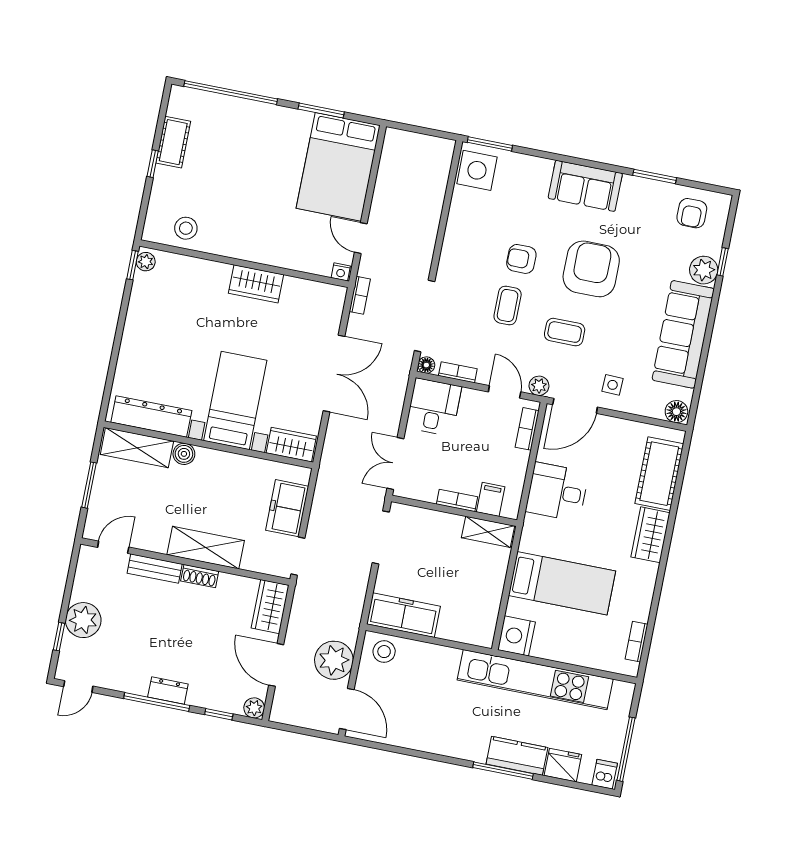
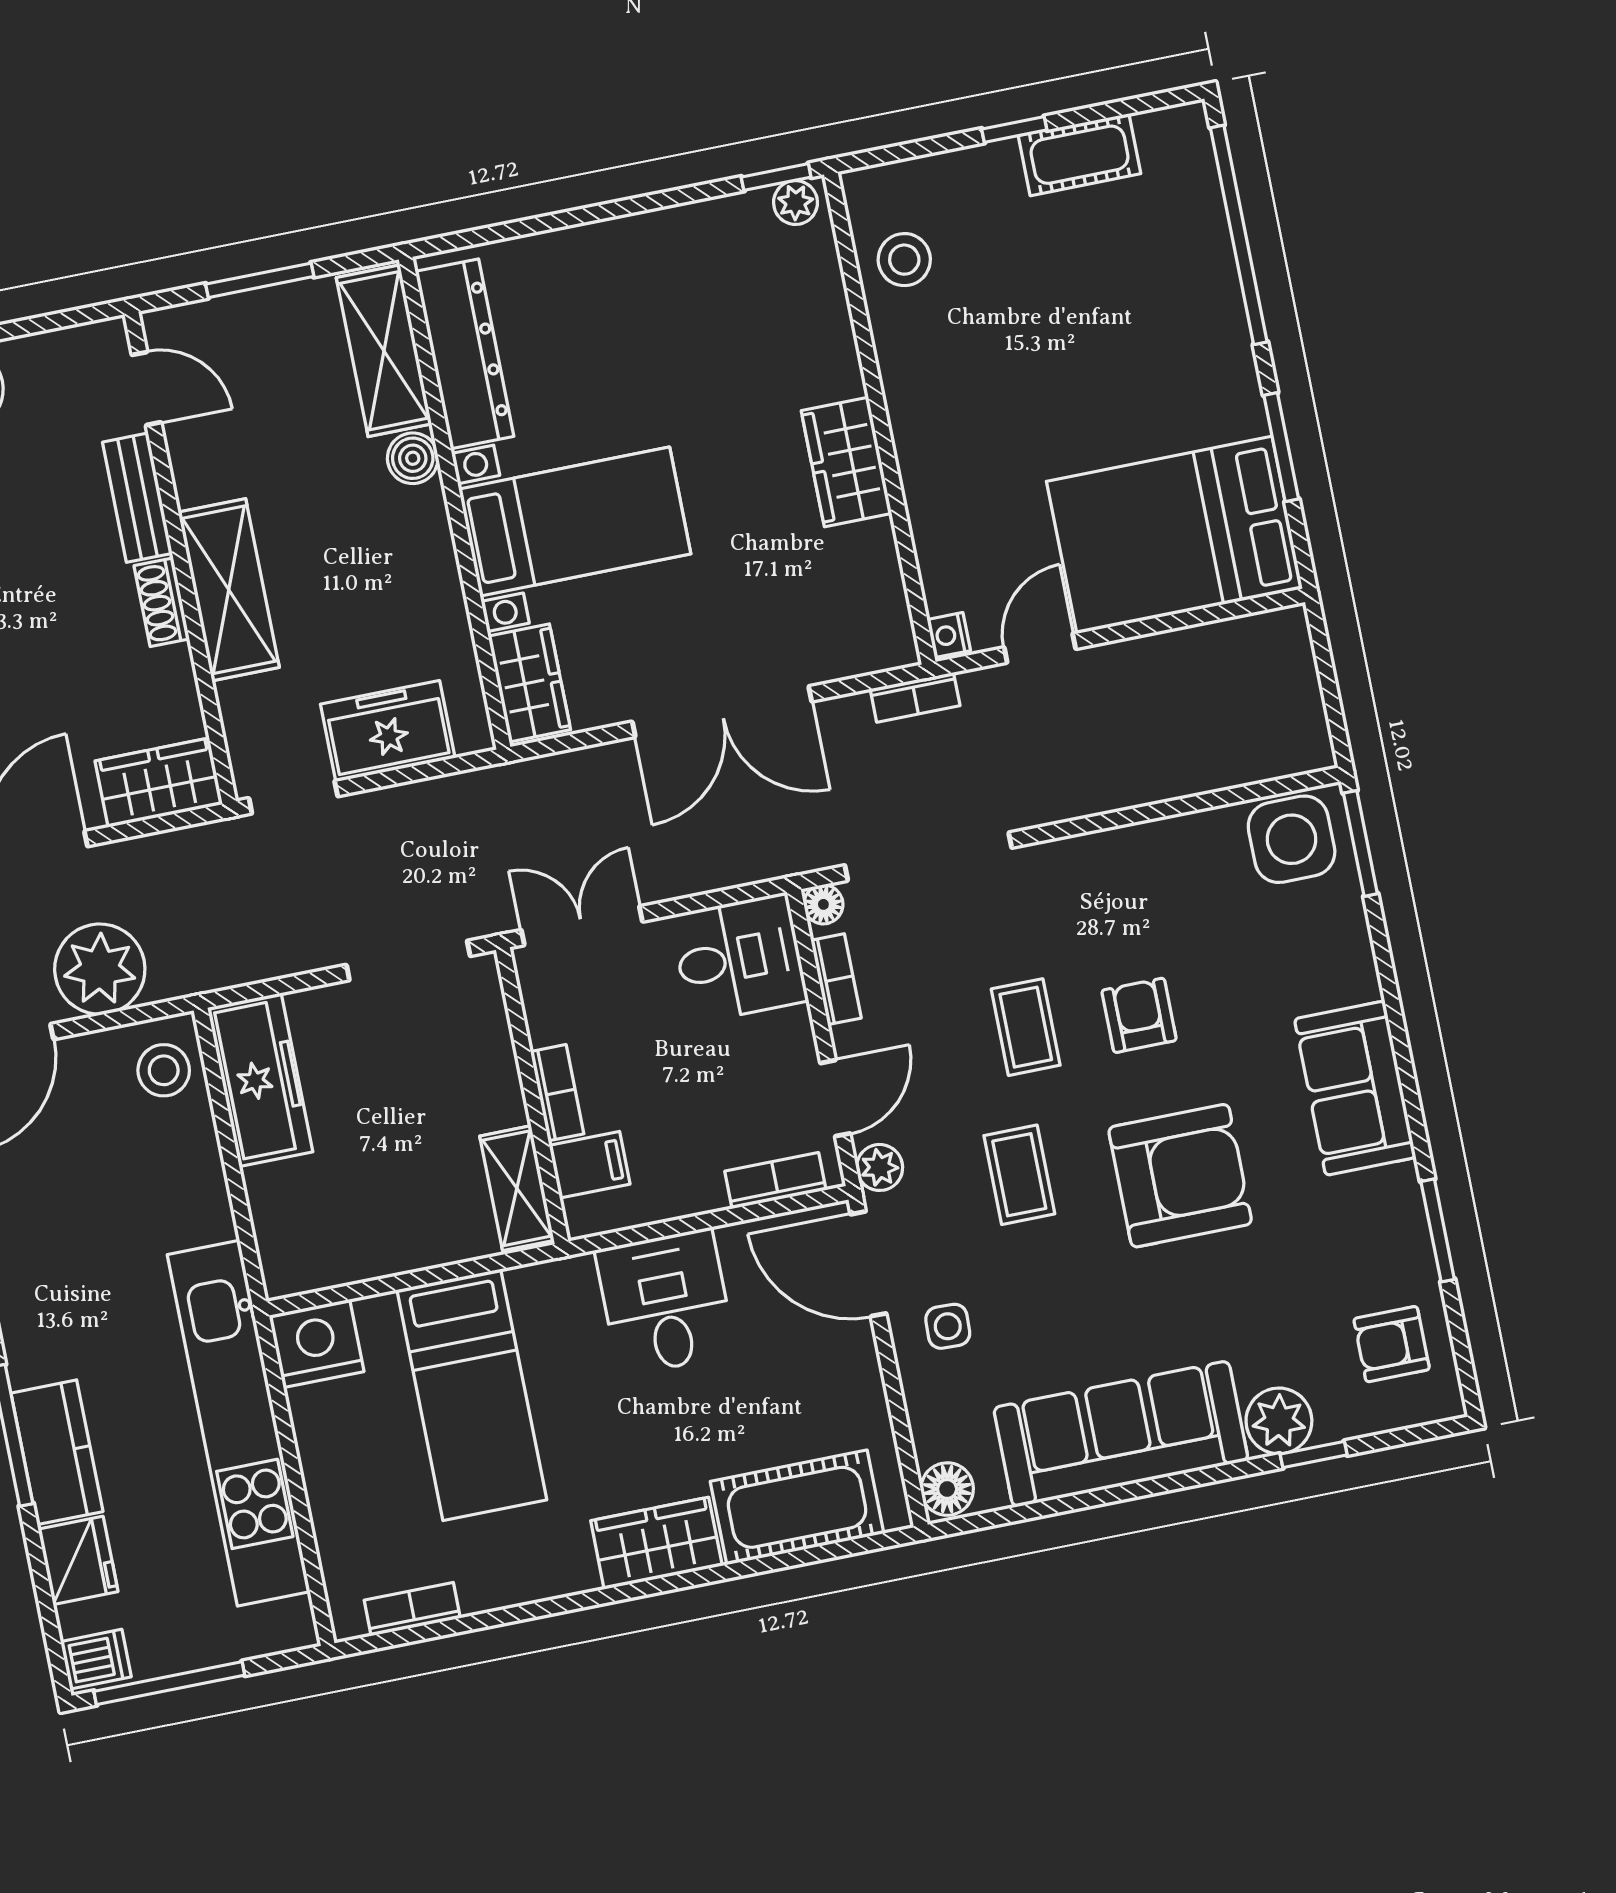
coffee table: (508, 305) -> (1026, 1027), turned 90

